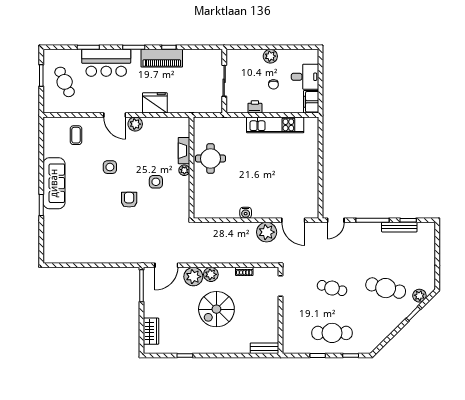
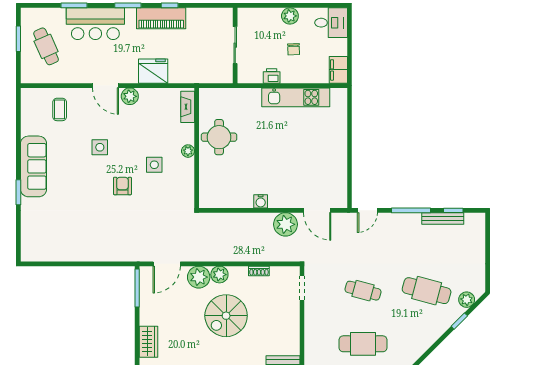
desk: (305, 77) -> (331, 23), moved
fireplace: (184, 151) -> (188, 107), moved

